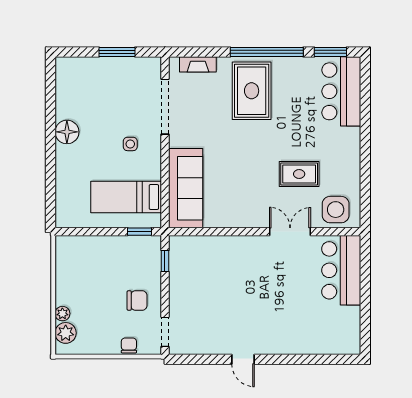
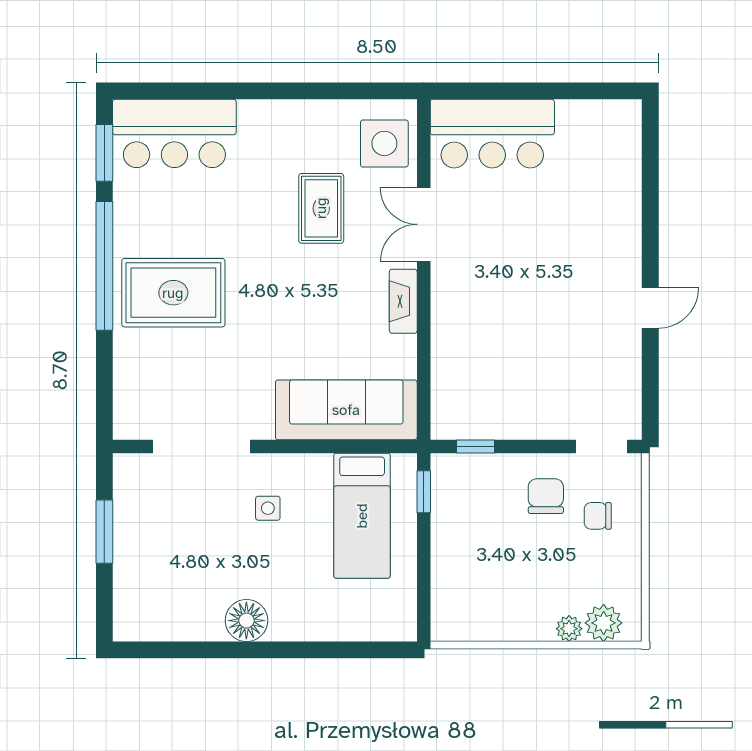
fireplace: (198, 64) -> (403, 301), moved, turned 180
chair: (129, 345) -> (598, 516), moved

